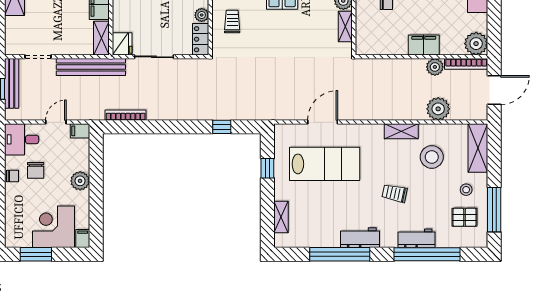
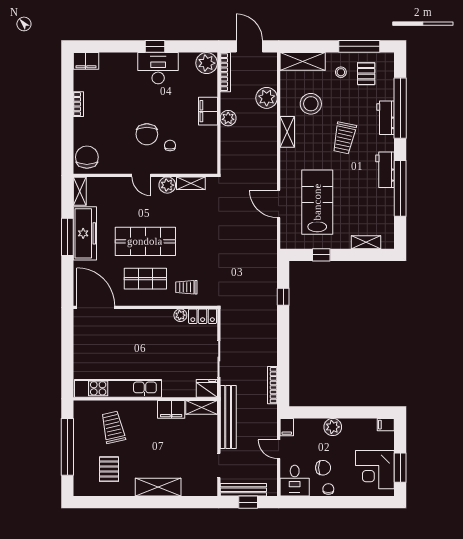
plant: (435, 67) -> (228, 118), moved
trolley: (395, 193) -> (344, 138), width x1.36, depth x1.39
corner desk: (53, 227) -> (375, 470), moved

